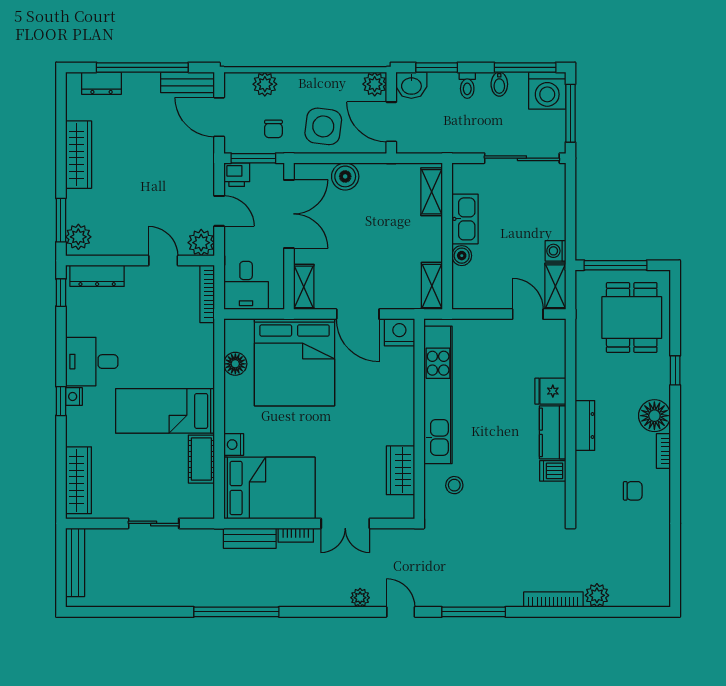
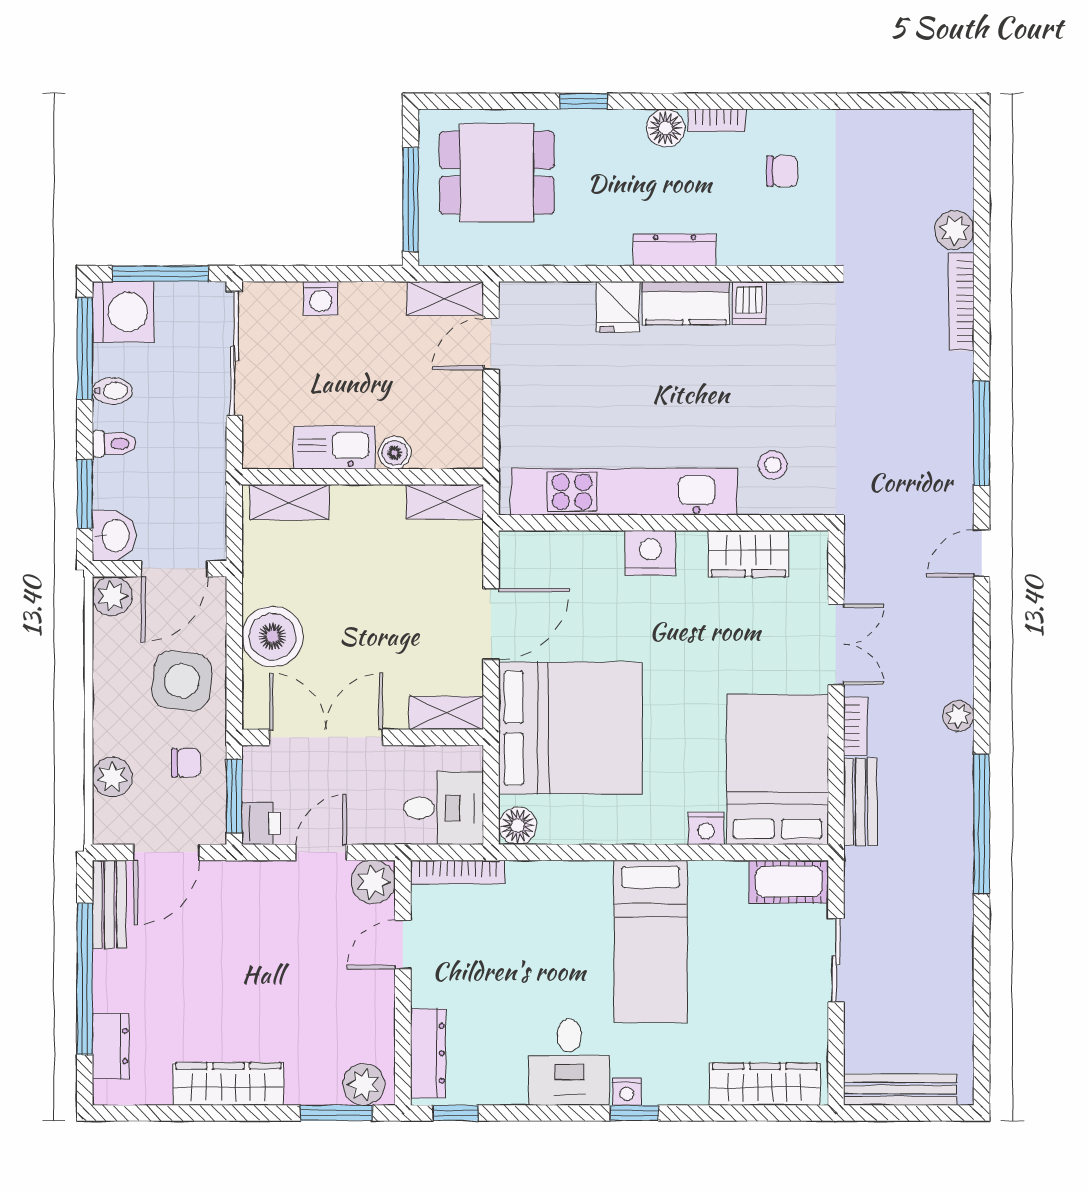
boiler: (345, 176) -> (273, 636), width x1.37, depth x1.37
washing machine: (555, 251) -> (321, 298), moved
nightstand: (399, 332) -> (650, 553), moved, turned 90
floor lamp: (235, 364) -> (518, 826), moved
floor lamp: (654, 416) -> (666, 128), width x0.73, depth x0.73
cot: (201, 459) -> (789, 882), moved
chair: (633, 491) -> (782, 171), turned 90
plant: (360, 598) -> (958, 716), moved

